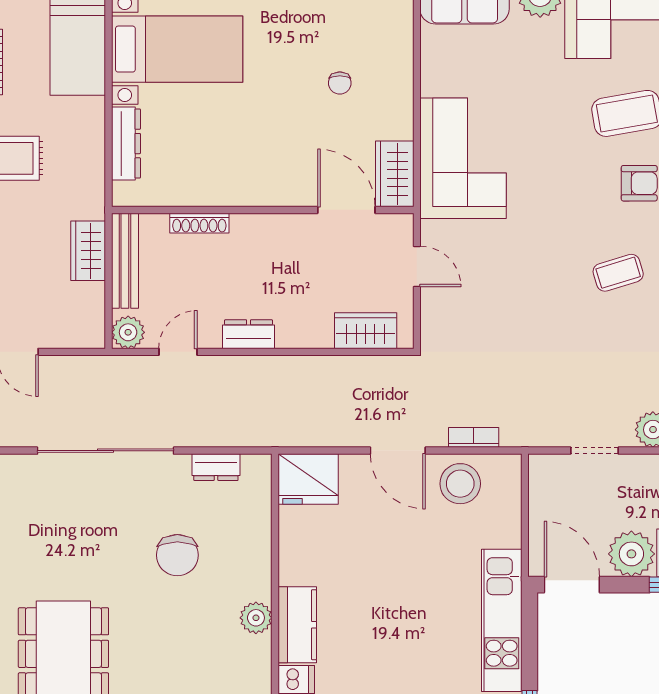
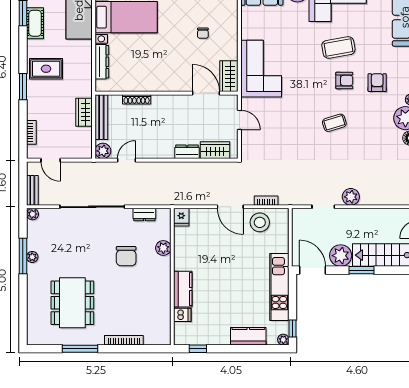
dresser: (249, 334) -> (187, 152), moved
fridge: (308, 479) -> (181, 217), width x0.53, depth x0.75
plant: (256, 618) -> (163, 248), moved

